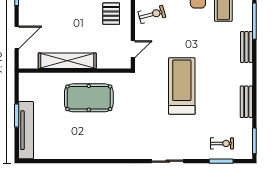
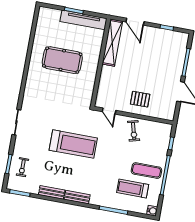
bench: (246, 47) -> (77, 197), moved
shelving: (67, 61) -> (112, 43), moved
pool table: (89, 98) -> (62, 60), moved, turned 90
tv unit: (26, 130) -> (84, 20), moved

